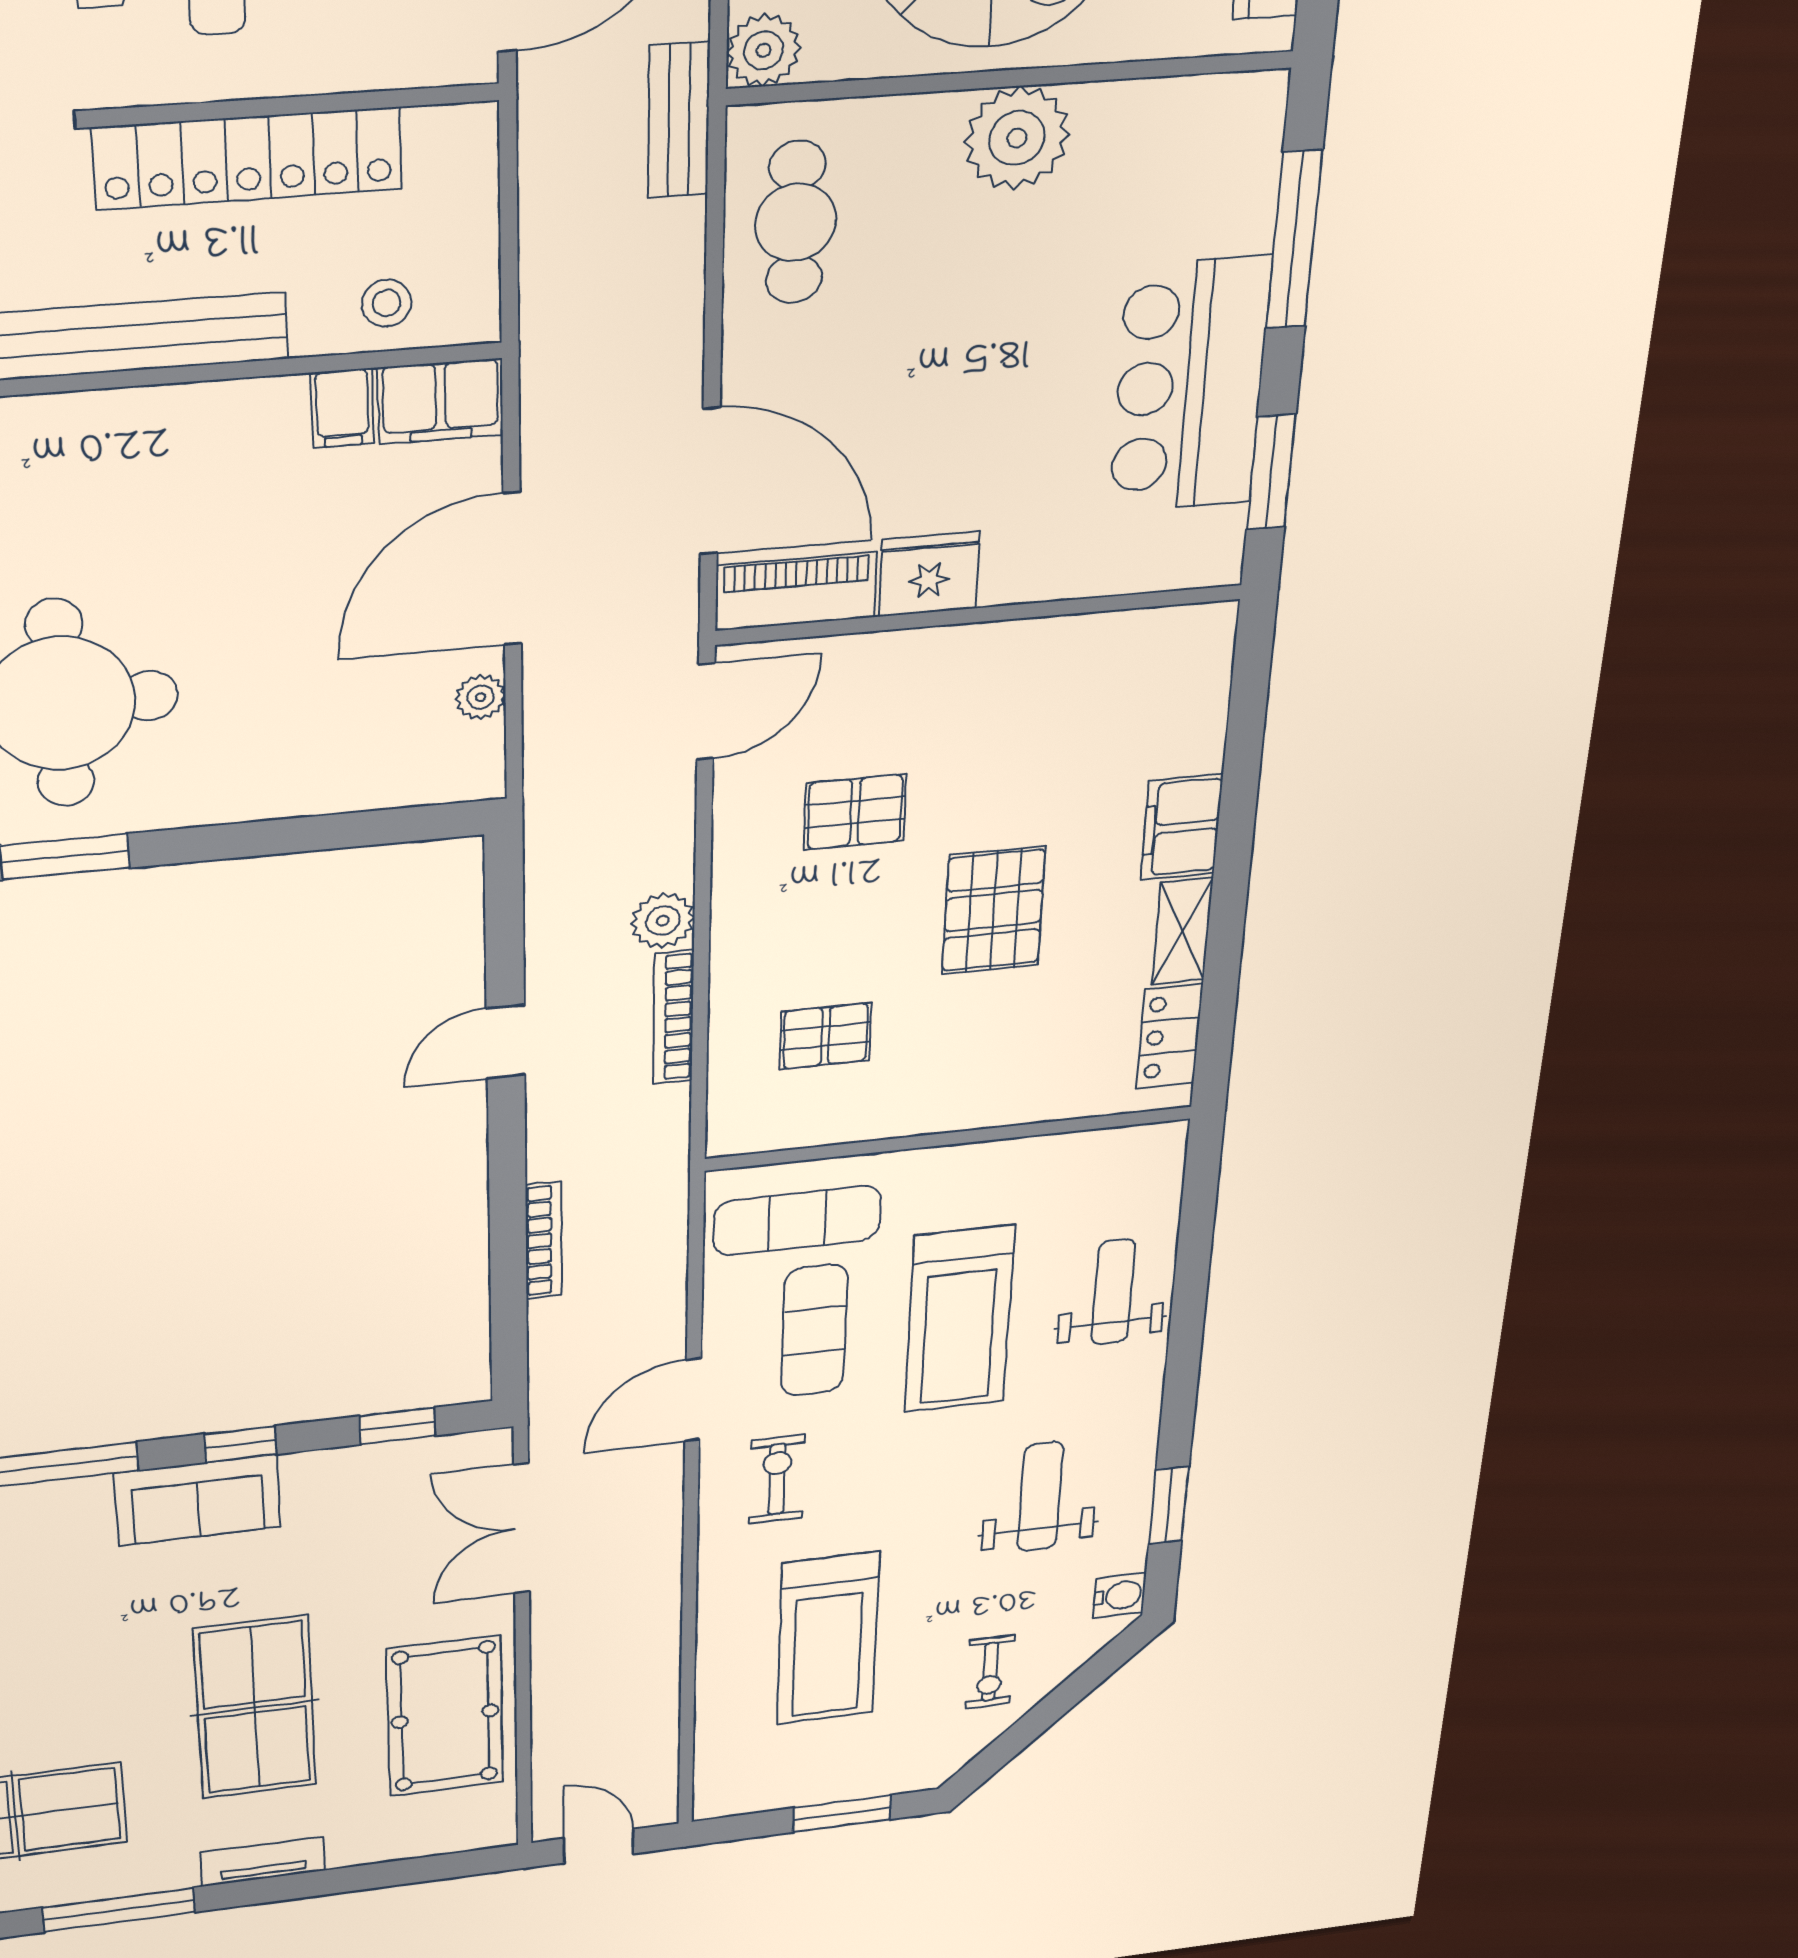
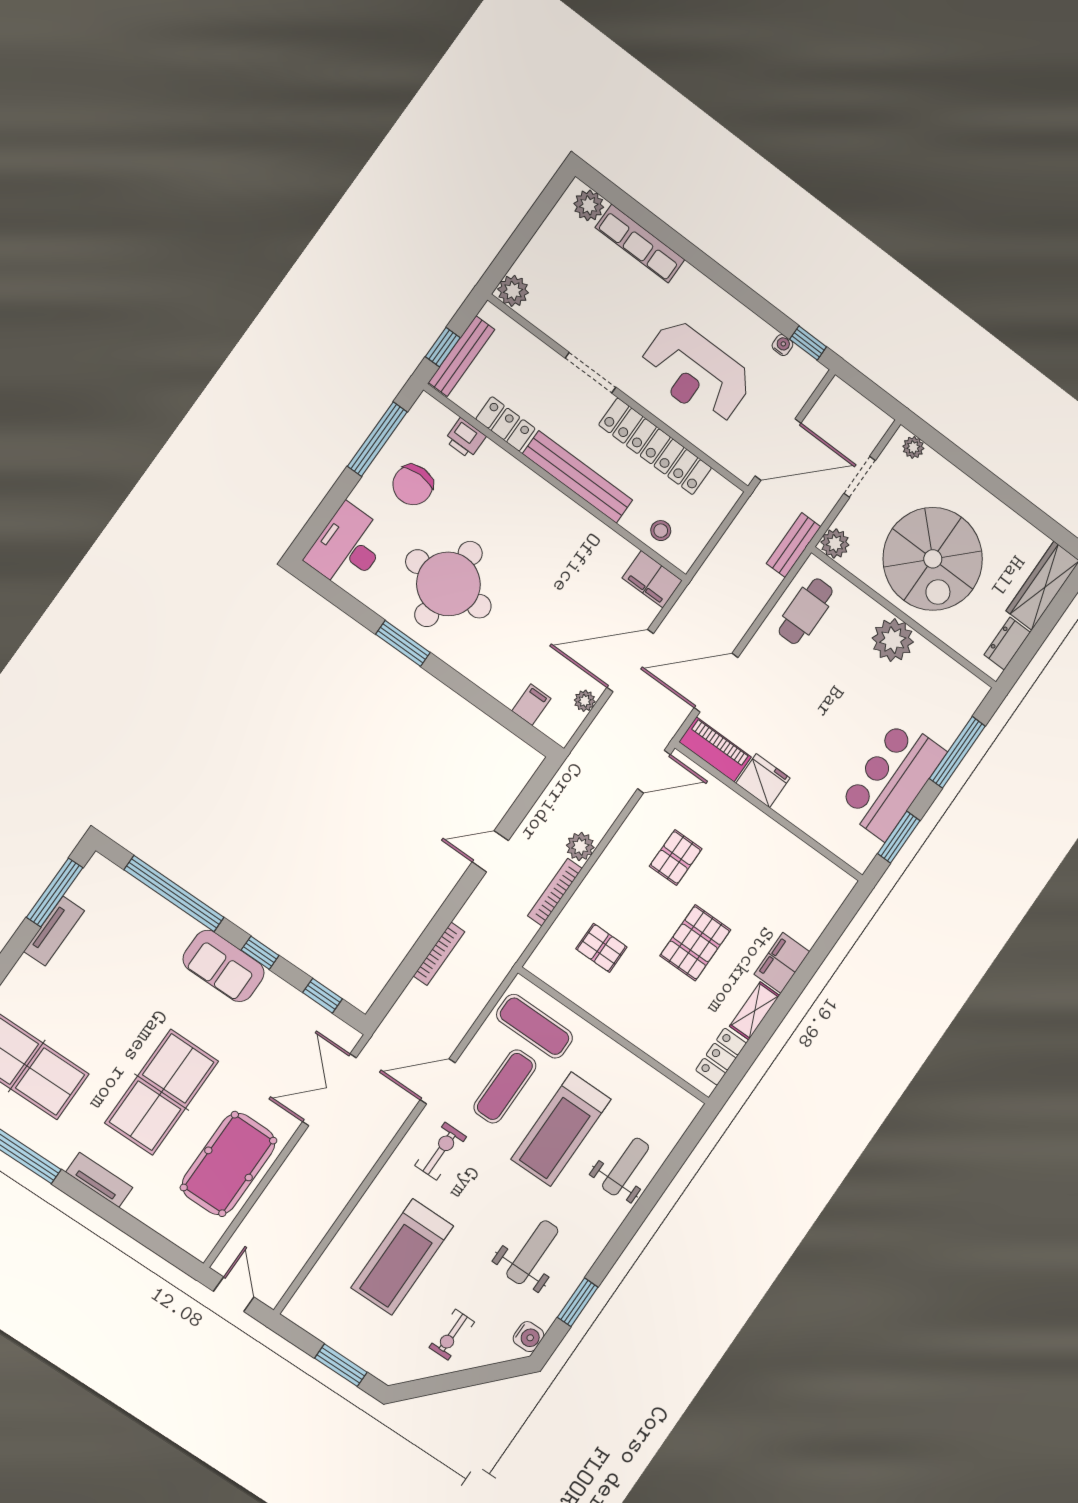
filing cabinet: (342, 408) -> (531, 705), moved, turned 180
door: (710, 481) -> (716, 683), swing flipped
pallet: (855, 812) -> (676, 857), turned 90

